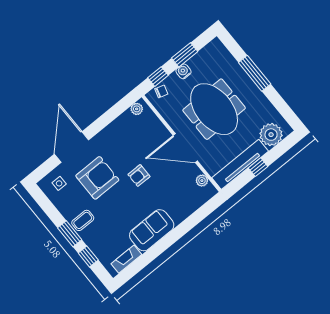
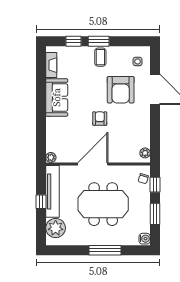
water cooler: (183, 71) -> (145, 239), moved
plant: (202, 181) -> (51, 157), moved

